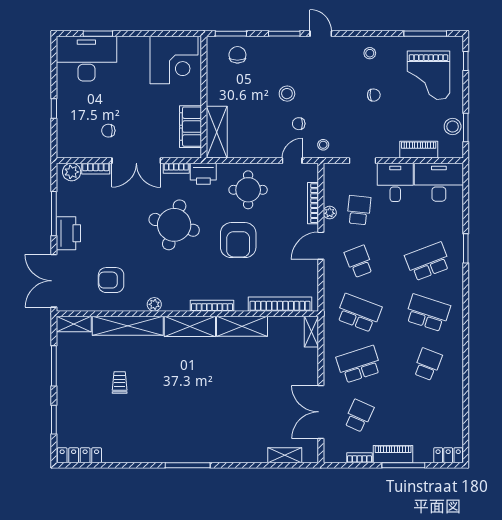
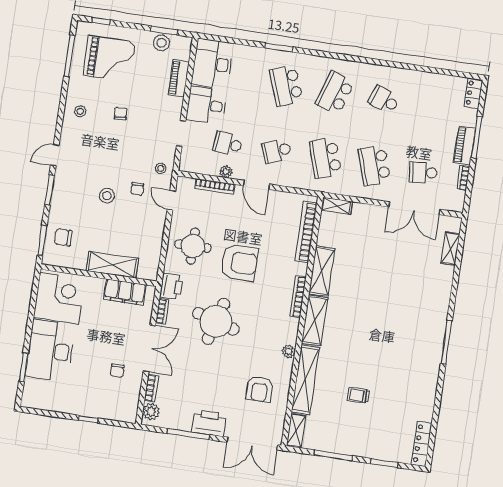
desk: (86, 59) -> (50, 351), moved
shelving: (217, 132) -> (112, 265), moved
school desk: (359, 313) -> (326, 158), turned -39
school desk: (359, 416) -> (423, 173), turned -30

